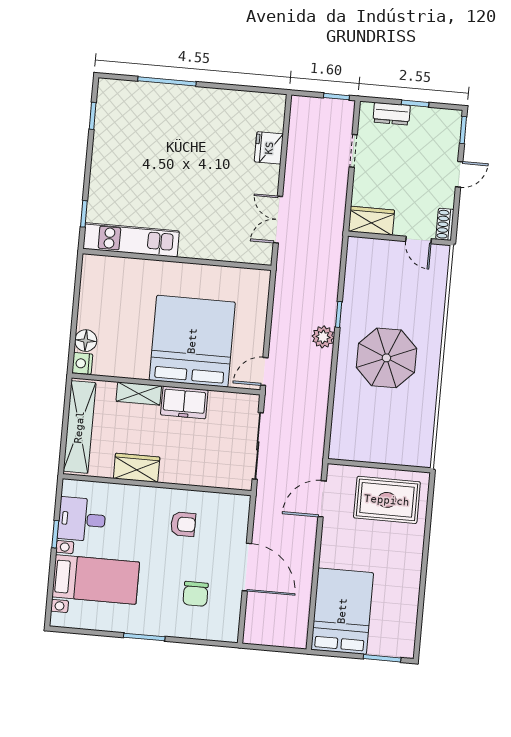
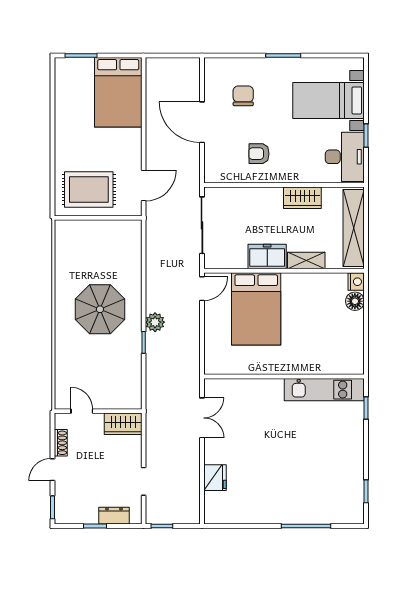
shoe rack: (445, 224) -> (61, 443), moved
bed: (192, 341) -> (256, 309), width x0.73
desk: (82, 519) -> (345, 157), width x1.37

